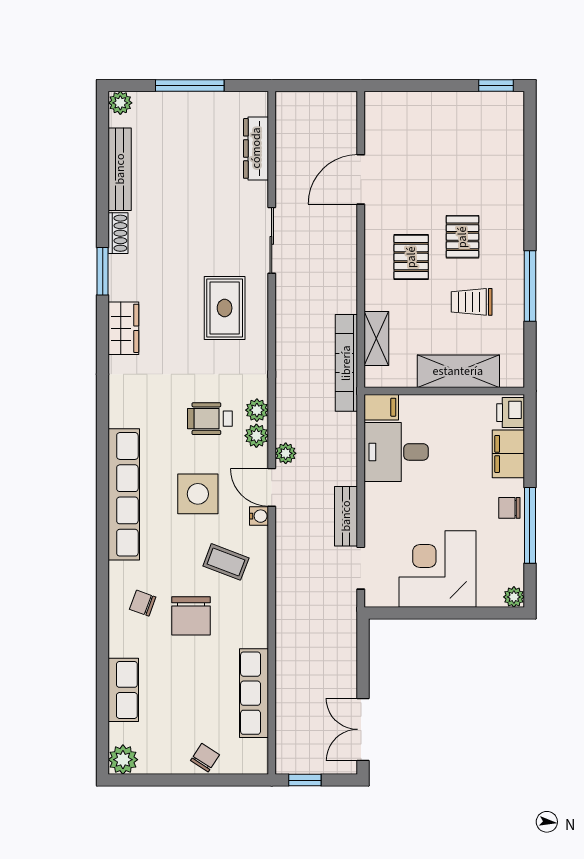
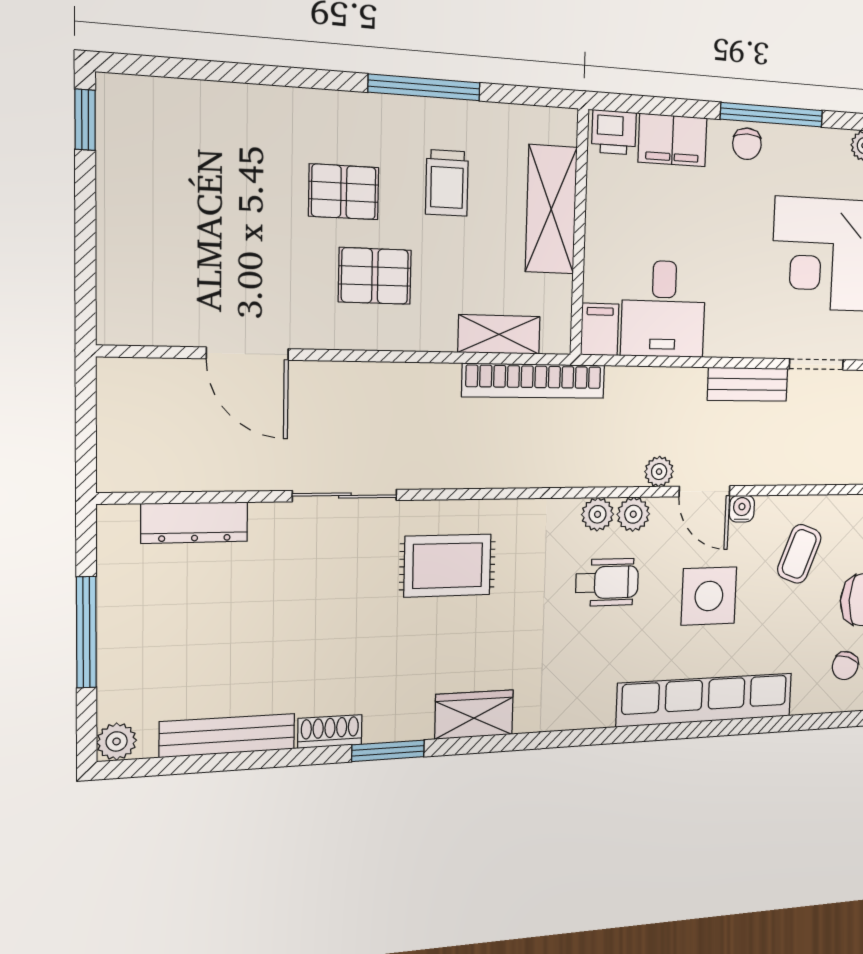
wheelchair: (210, 419) -> (607, 582), turned -90
door: (272, 487) -> (705, 491), hinge flipped

